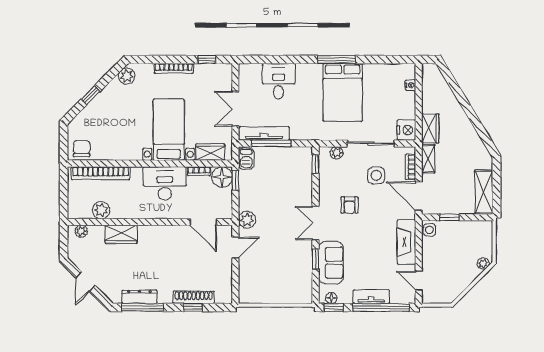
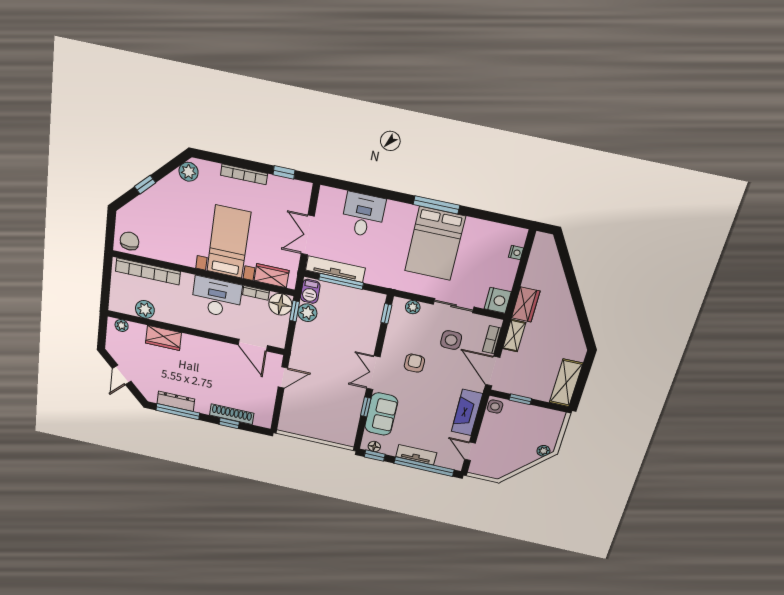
sliding door: (371, 143) -> (454, 306), width x0.73
armchair: (350, 205) -> (414, 363), turned 180
plant: (247, 220) -> (307, 313), moved

